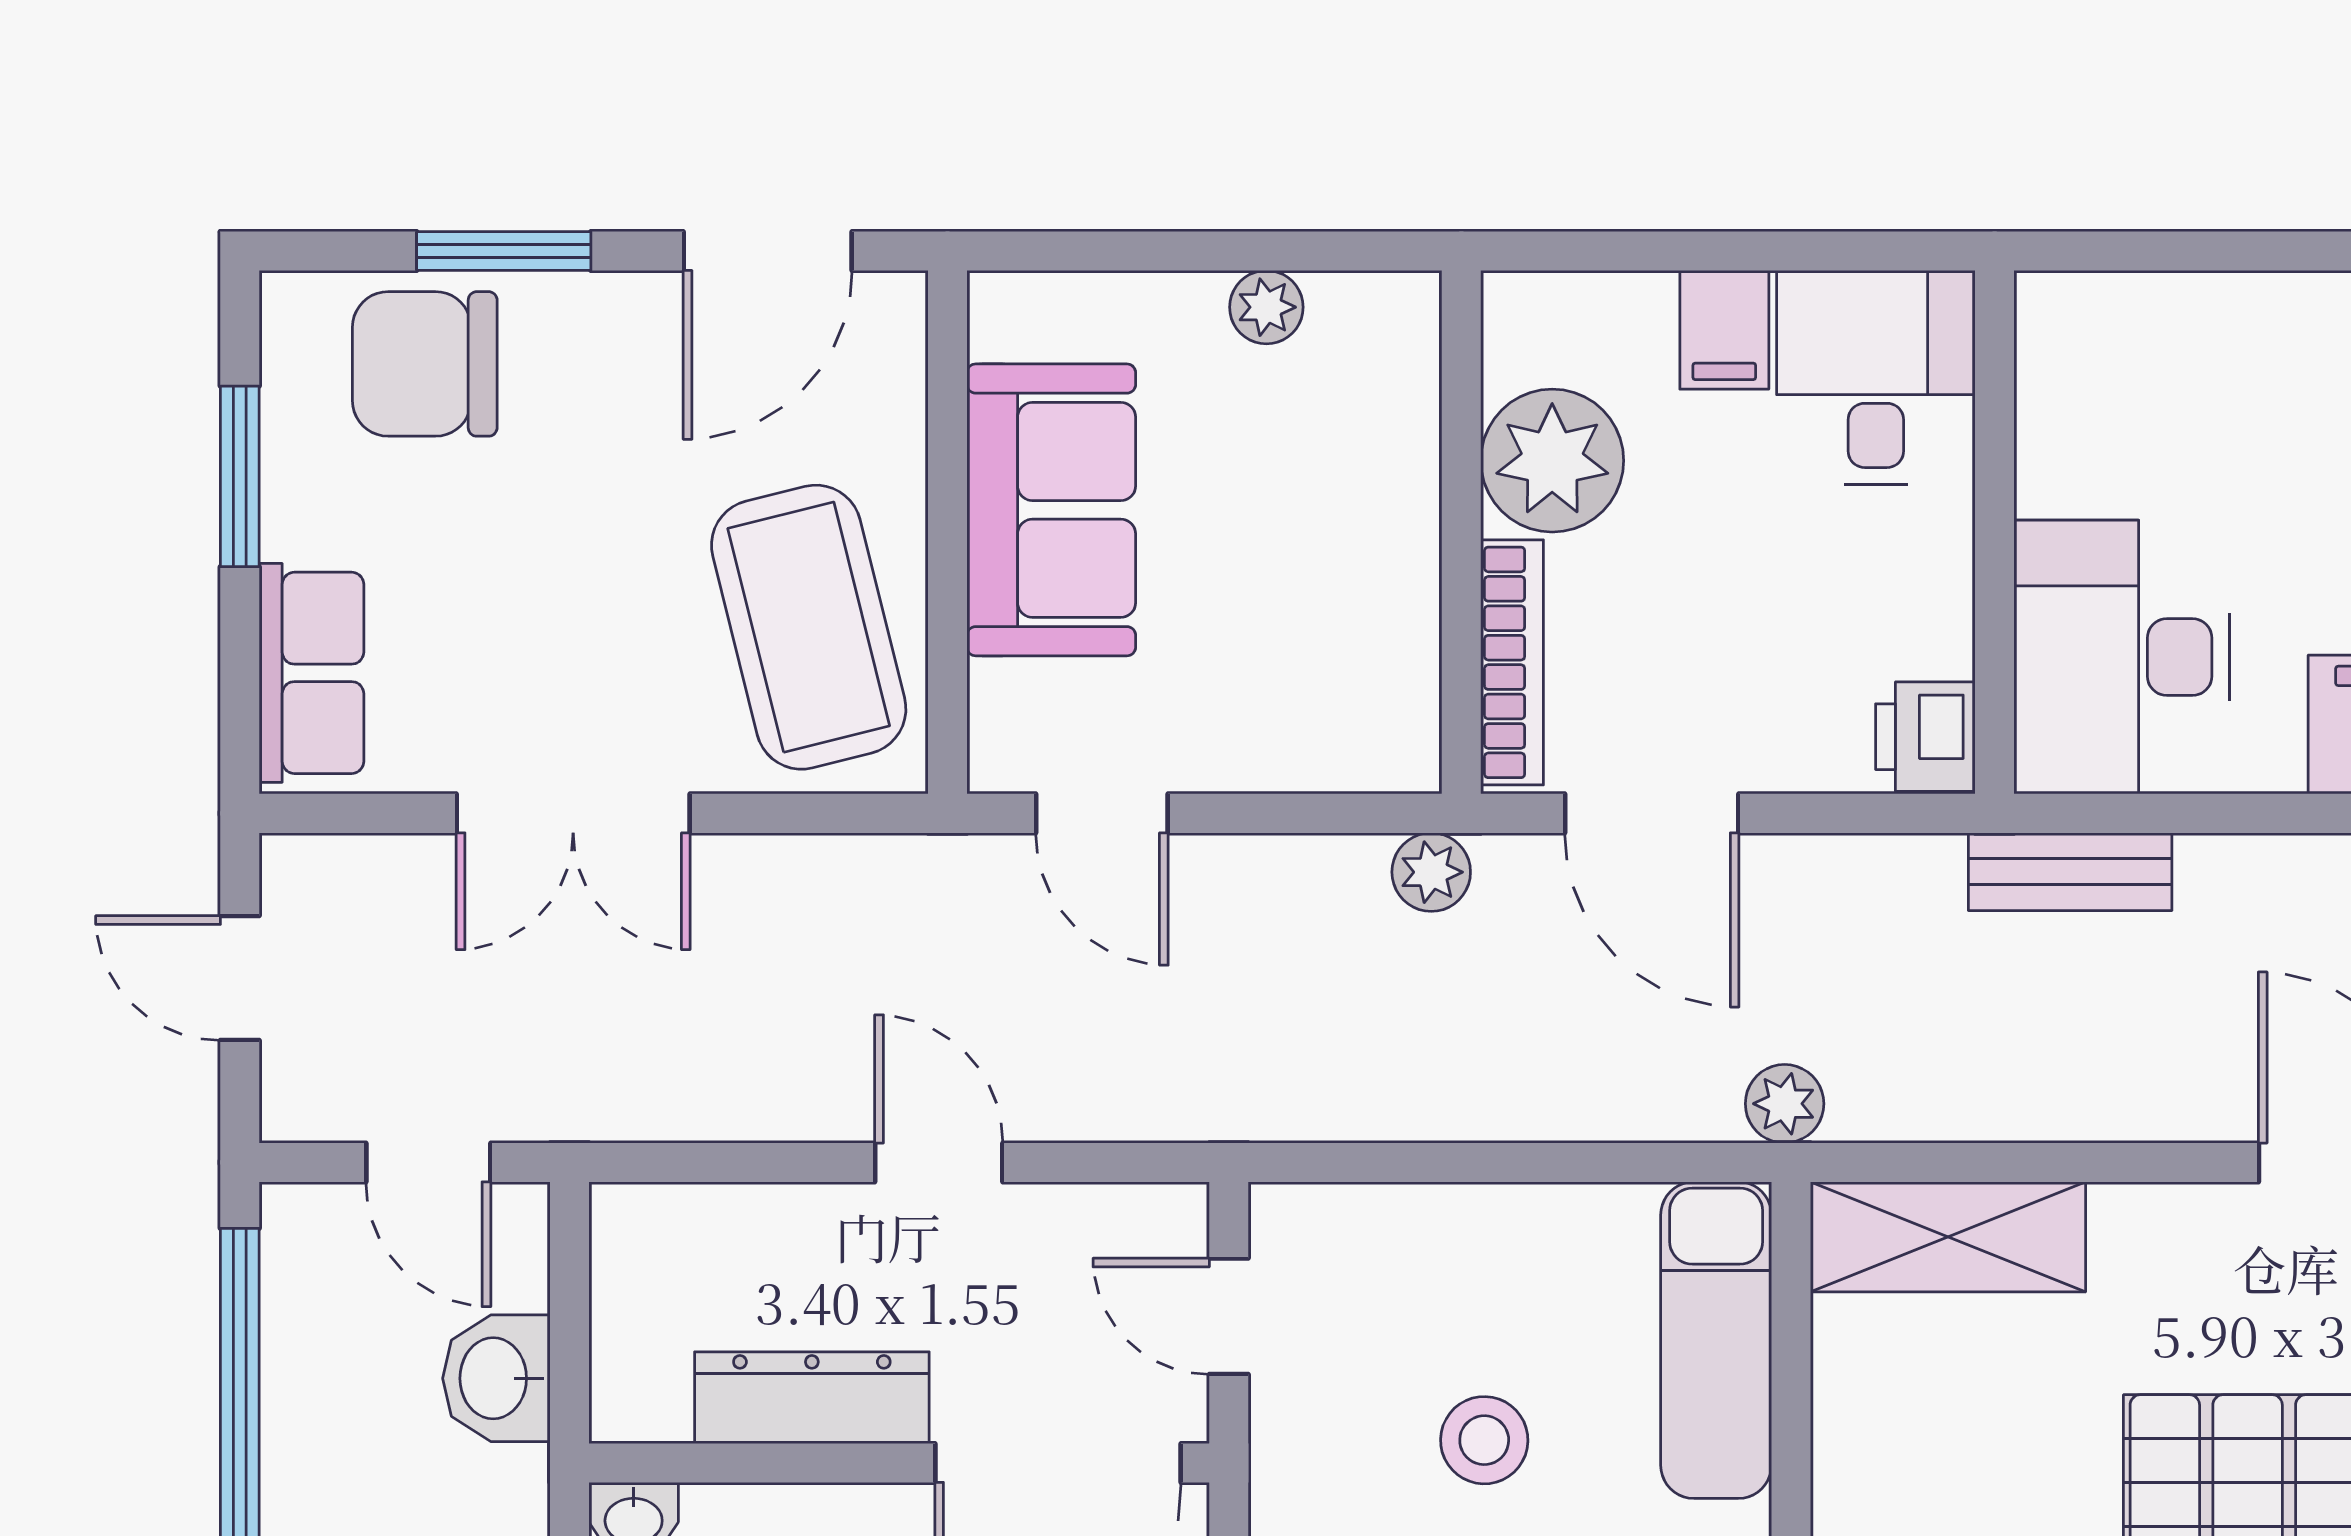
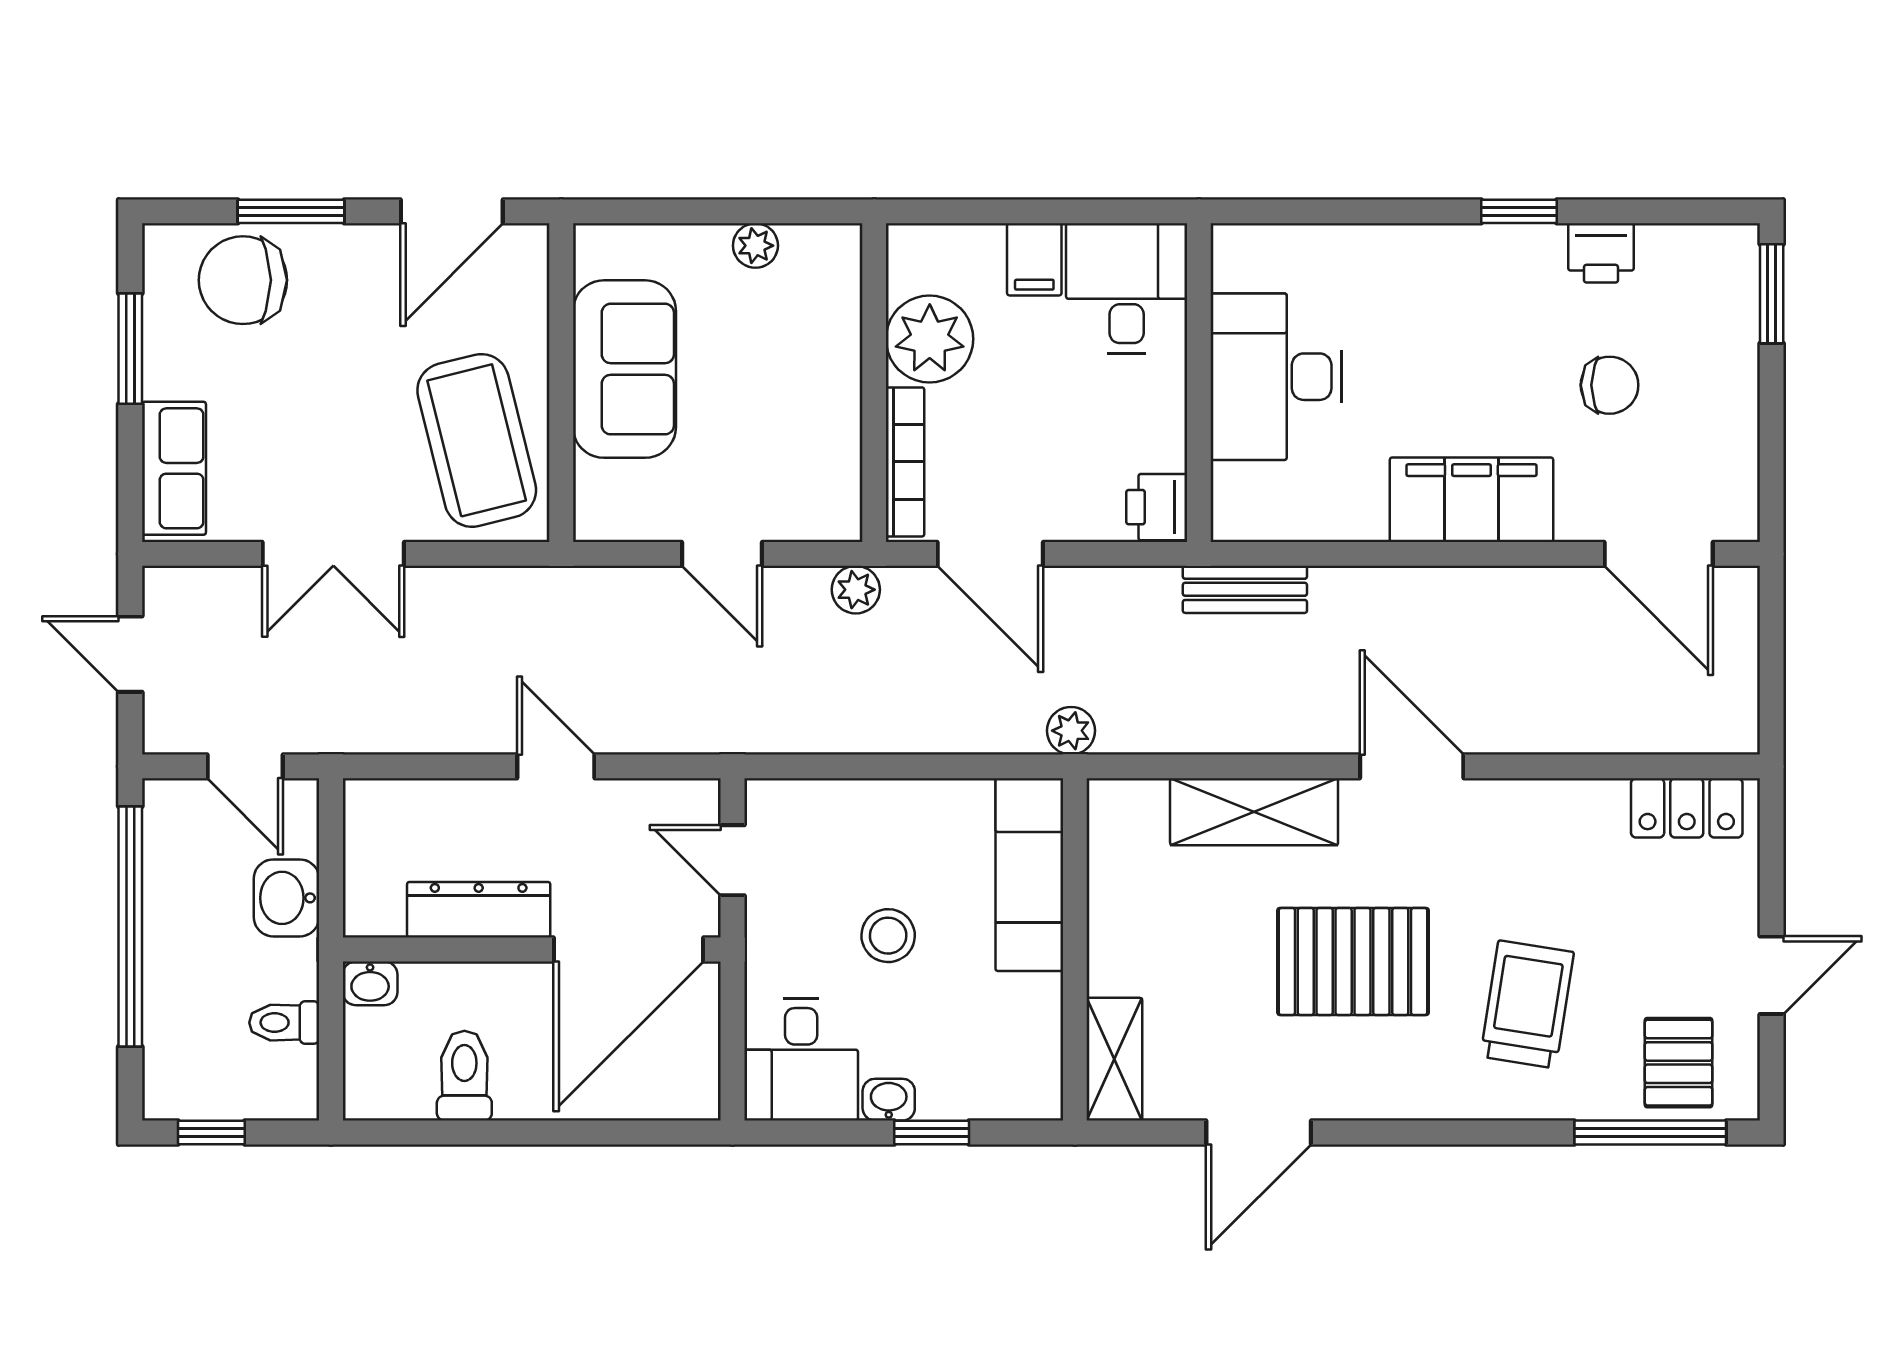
desk: (2122, 657) -> (1276, 377), moved
door: (1102, 813) -> (722, 554), moved
shelving: (1948, 1237) -> (1254, 812), moved

